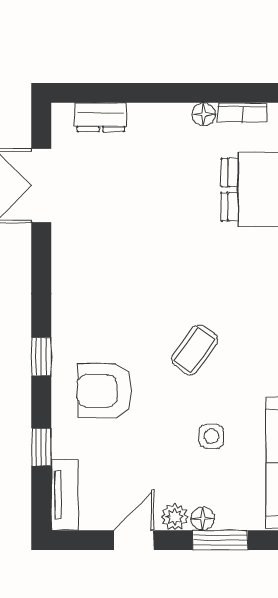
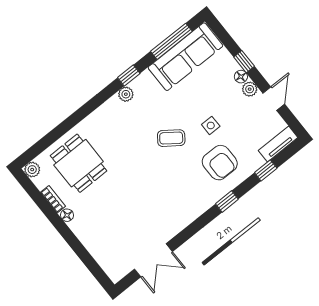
dresser: (101, 117) -> (104, 258), removed
side table: (211, 436) -> (211, 125), moved
door: (134, 540) -> (274, 99), swing flipped
window: (220, 540) -> (244, 62), width x0.67

